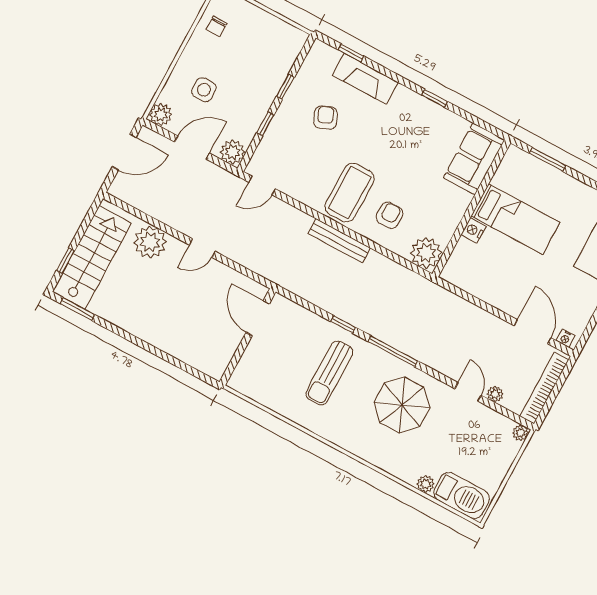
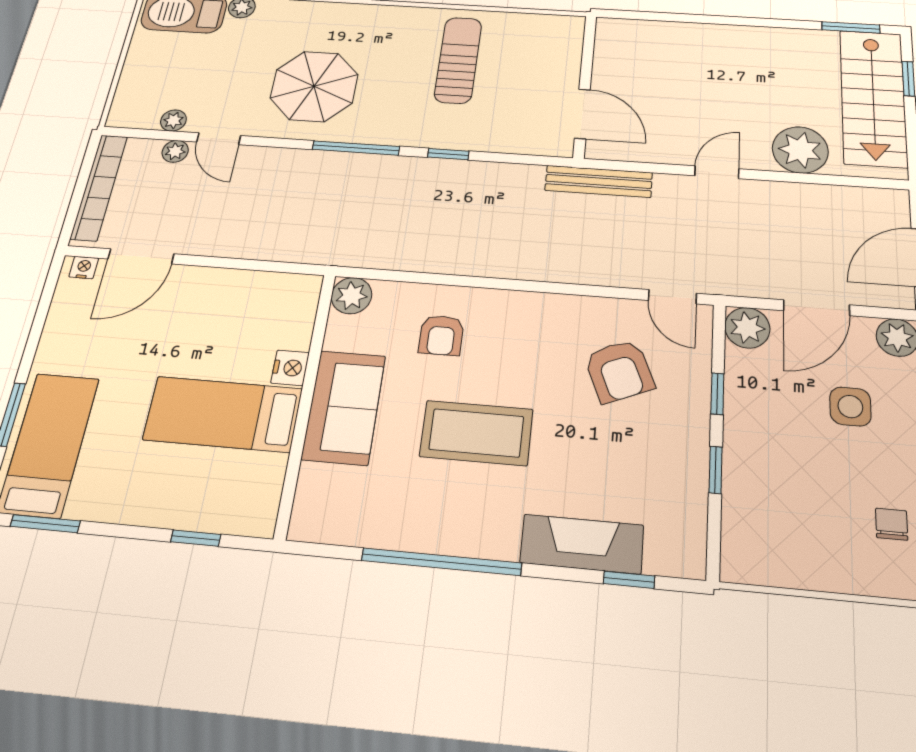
window: (435, 98) -> (441, 562), width x3.17
armchair: (325, 118) -> (619, 371), moved, width x1.38, depth x1.38
sofa: (474, 159) -> (344, 407), moved
window: (548, 159) -> (196, 538), width x0.67
door: (262, 185) -> (672, 297), swing flipped
coffee table: (350, 193) -> (476, 433), moved, turned 90
bench: (339, 241) -> (599, 181), moved
plant: (426, 253) -> (352, 296), width x0.73, depth x0.73
door: (533, 332) -> (141, 256), hinge flipped
sun lounger: (329, 373) -> (458, 60), moved
plant: (520, 433) -> (173, 120), moved

